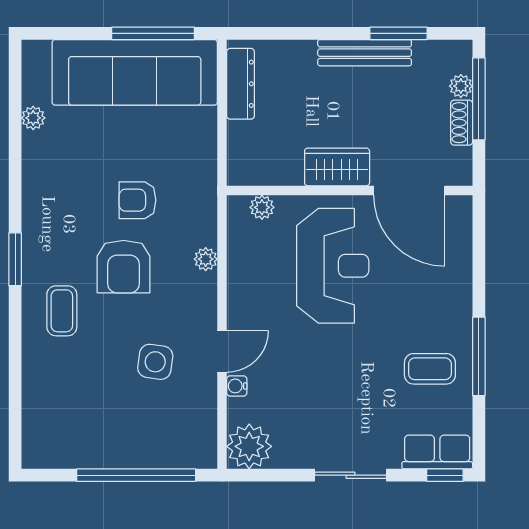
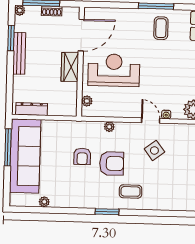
plant: (461, 86) -> (20, 10), moved
side table: (155, 362) -> (154, 150), turned 45

